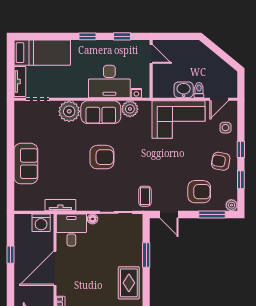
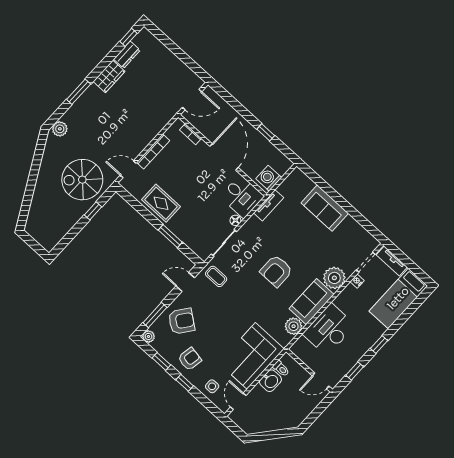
toilet: (199, 90) -> (281, 369), moved
nightstand: (136, 93) -> (357, 281), moved
armchair: (199, 192) -> (182, 321), turned -143

